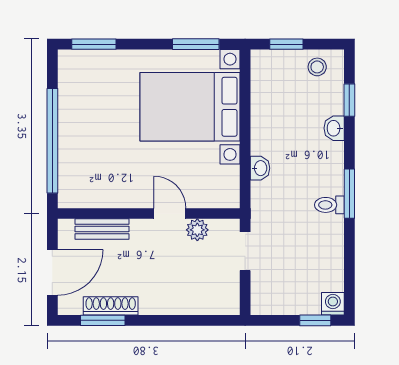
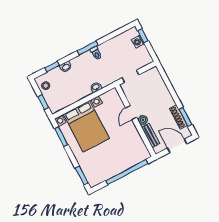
plant: (197, 230) -> (143, 120), moved
washing machine: (333, 304) -> (138, 42), moved

